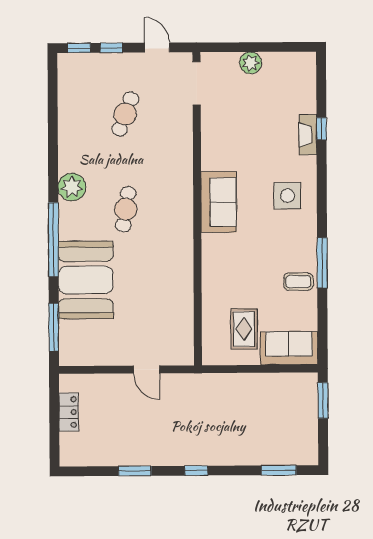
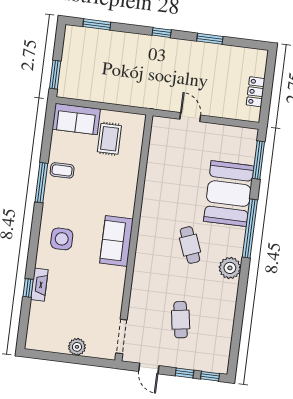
cafe table: (125, 114) -> (181, 320), turned -30
cafe table: (126, 209) -> (190, 245), turned -30

